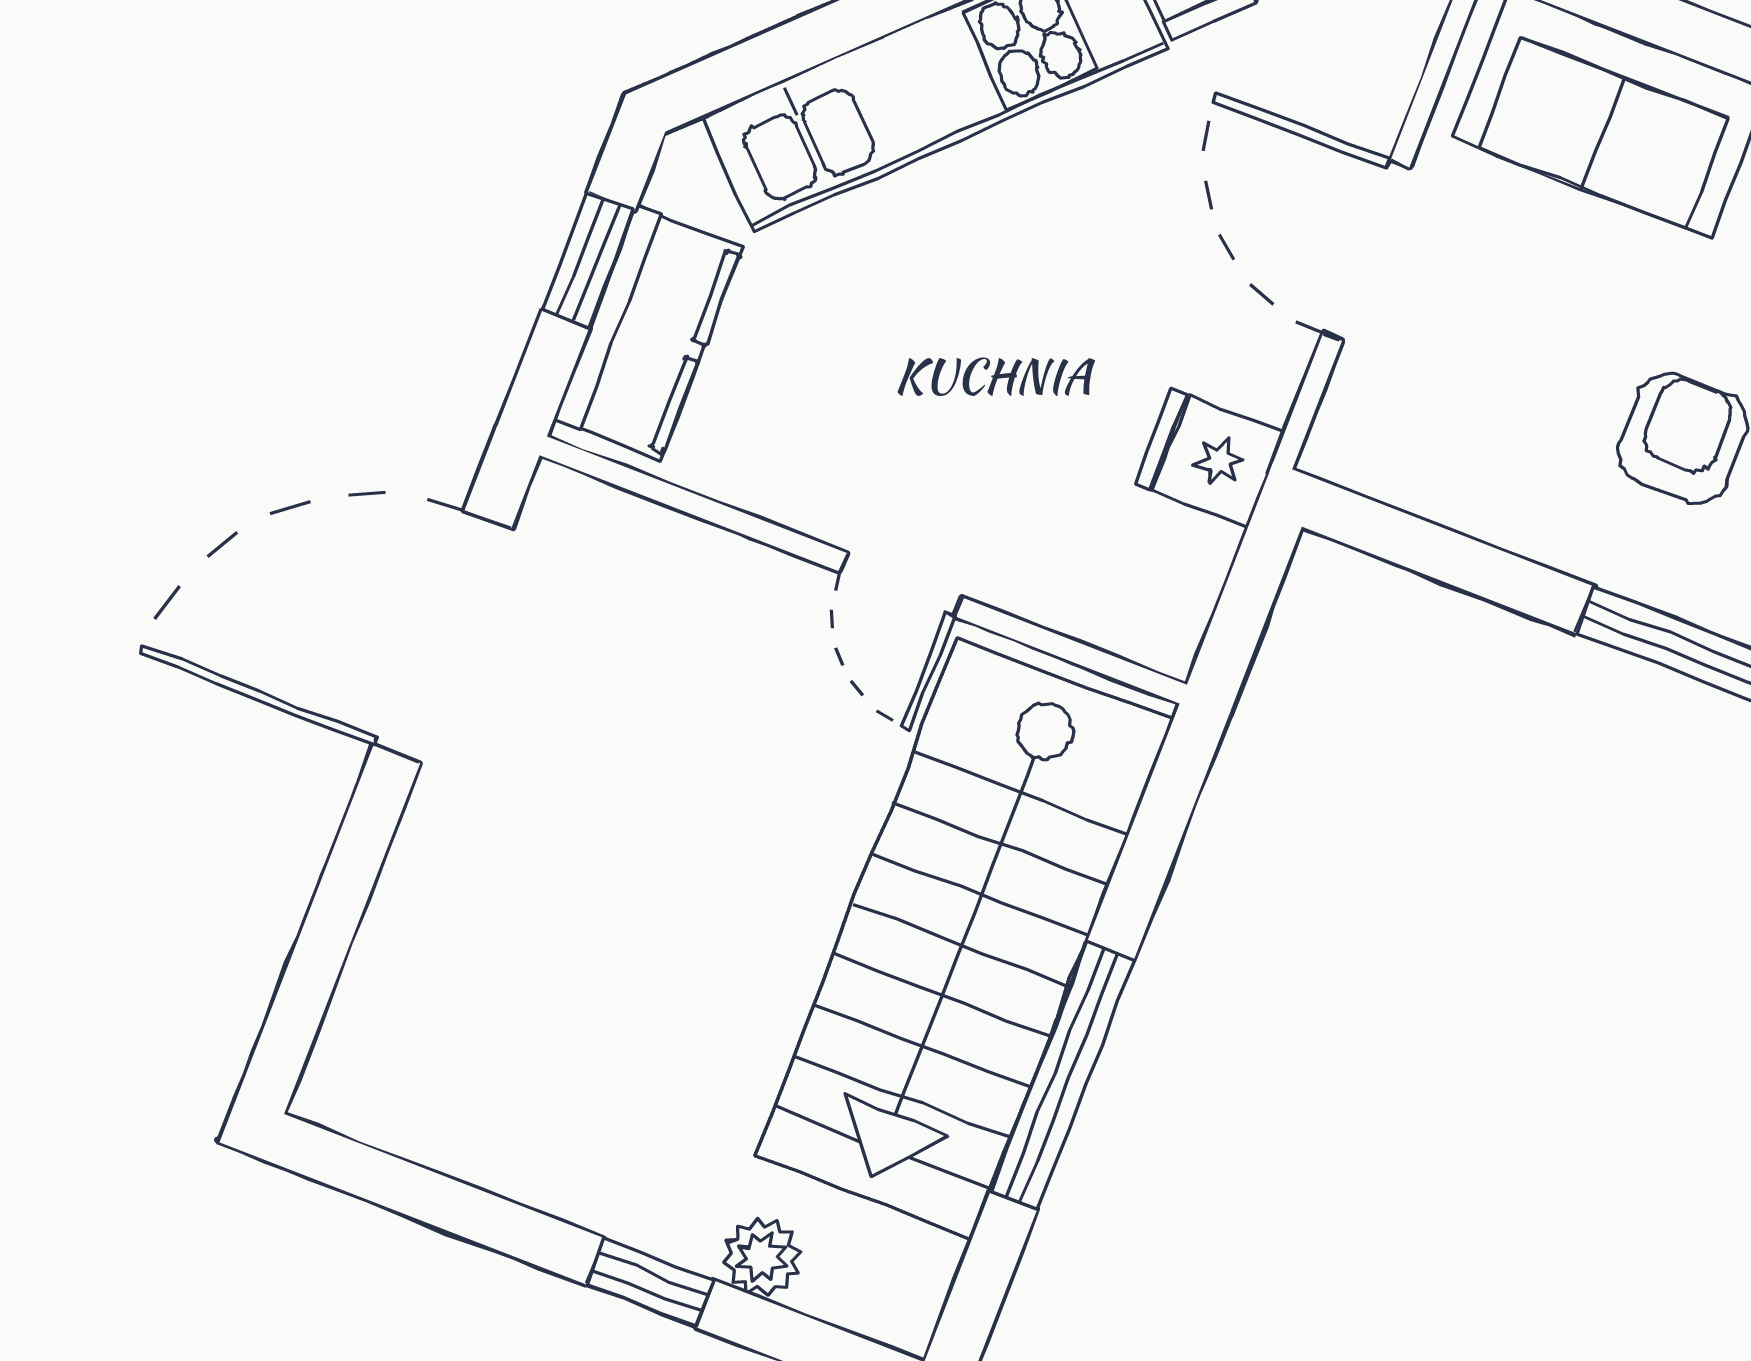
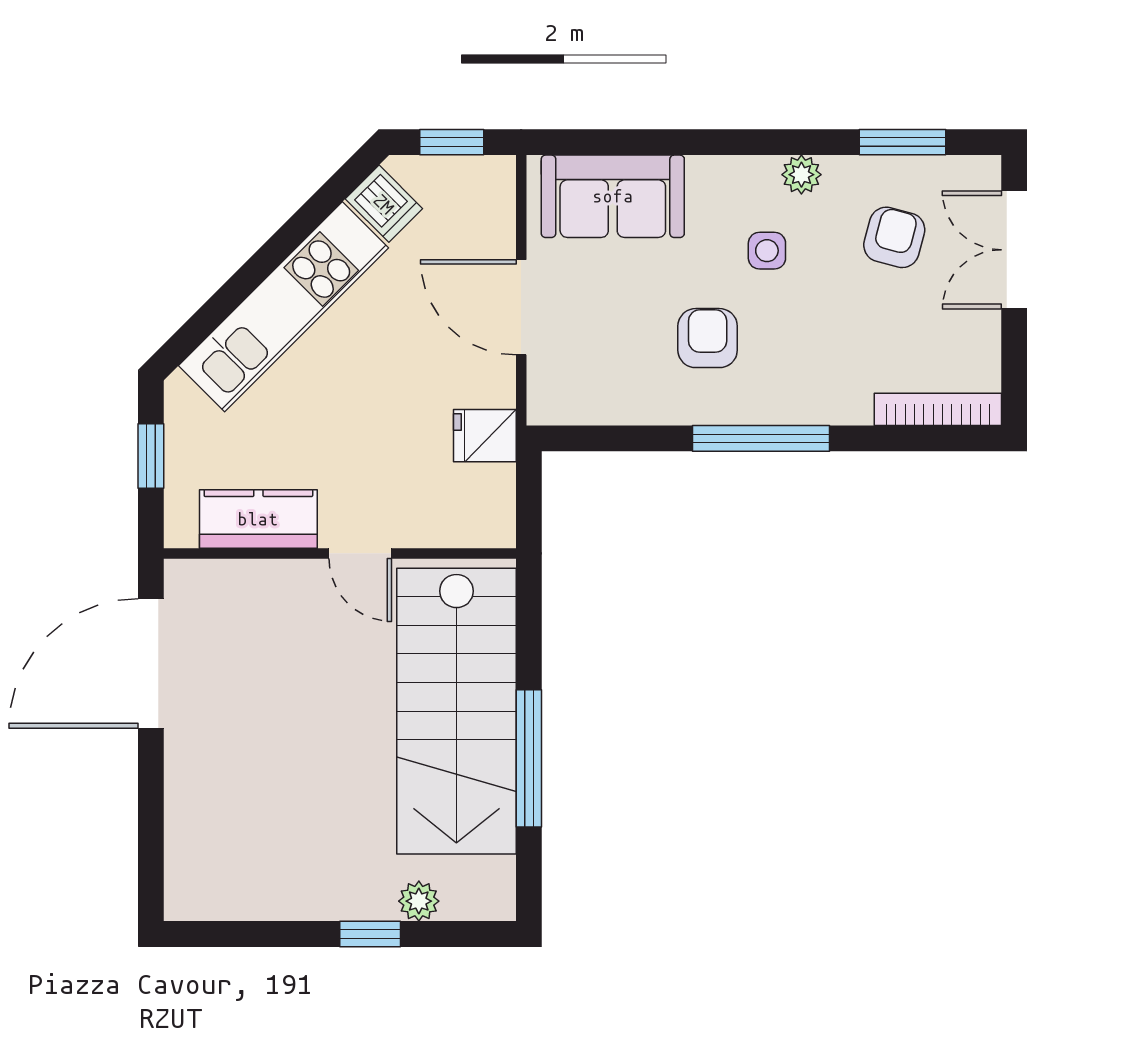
kitchen counter: (648, 333) -> (258, 519), moved, turned -90

